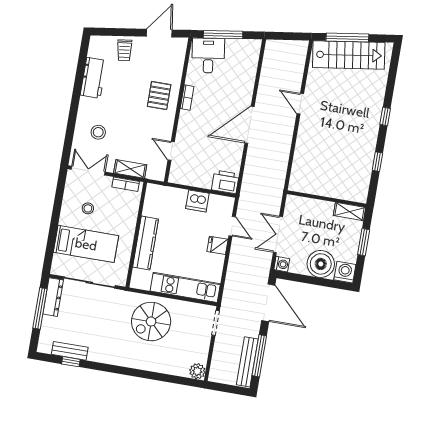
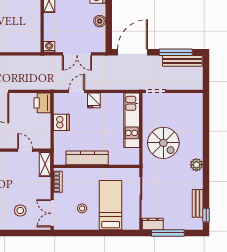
door: (171, 151) -> (25, 150), swing flipped
shelving: (130, 169) -> (45, 164), moved
kitchen counter: (146, 243) -> (87, 158), moved
washing machine: (282, 264) -> (49, 47), moved
boiler: (321, 264) -> (100, 21), width x0.54, depth x0.54
dresser: (53, 297) -> (153, 224), width x0.70
window: (71, 362) -> (206, 215), moved
plant: (197, 371) -> (196, 165), moved

